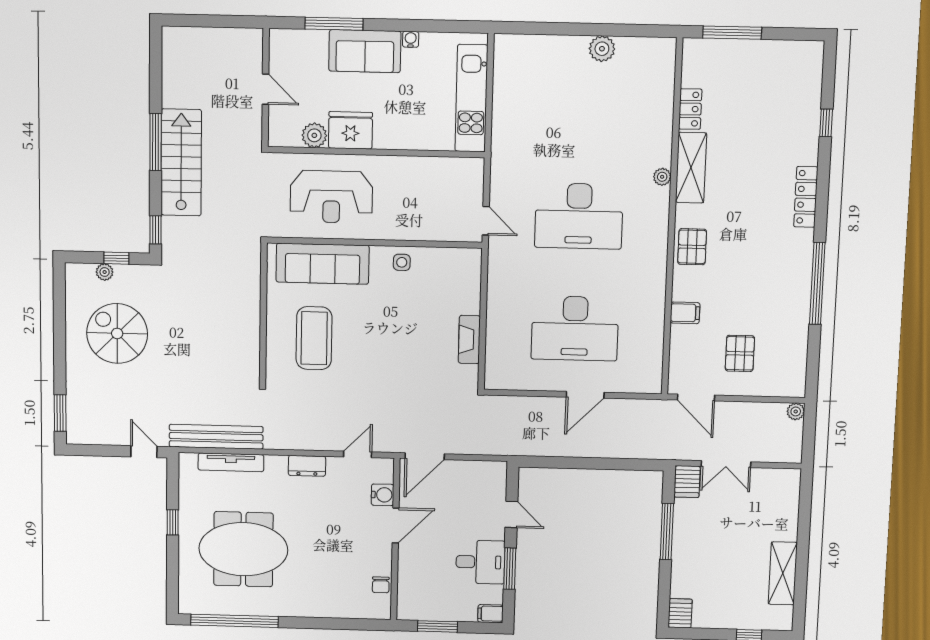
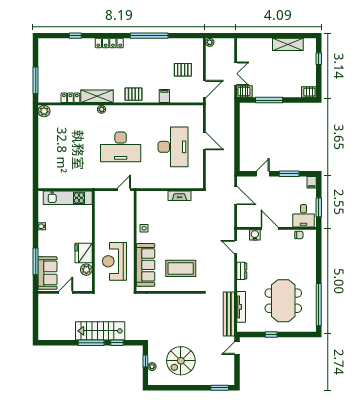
plant: (602, 49) -> (44, 111), moved
sofa: (365, 51) -> (48, 273), moved
reception desk: (331, 197) -> (114, 261), turned 180
desk: (579, 216) -> (121, 147), turned 90
window: (155, 230) -> (117, 343), moved
door: (425, 456) -> (236, 195), moved
desk: (480, 562) -> (304, 216), moved, turned 180

